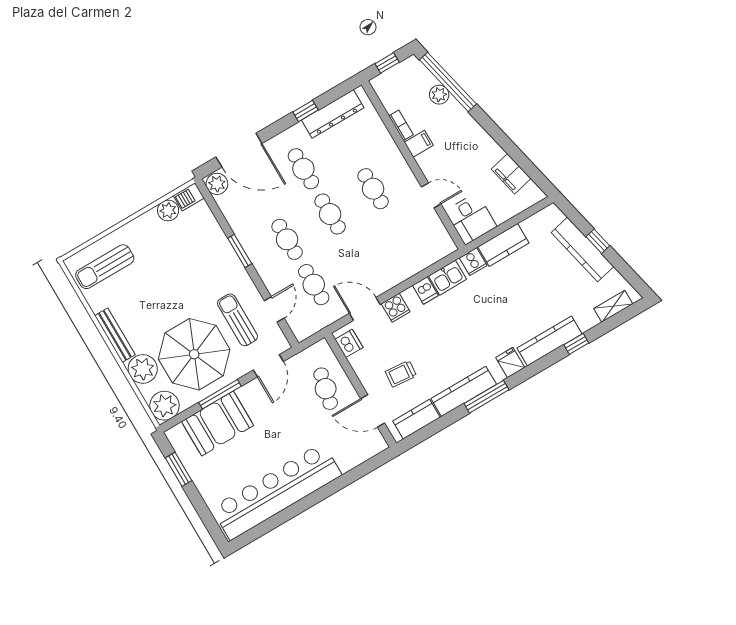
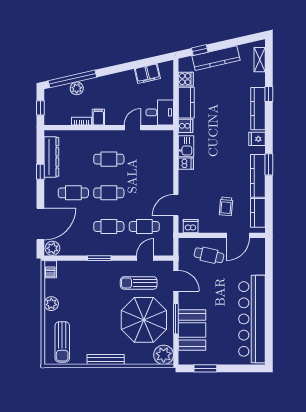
plant: (168, 211) -> (51, 304), moved
window: (598, 241) -> (200, 50), moved
cooker: (396, 308) -> (186, 79), moved
door: (274, 309) -> (145, 258), hinge flipped
plant: (143, 369) -> (135, 355), removed
window: (487, 397) -> (269, 164), width x0.69

